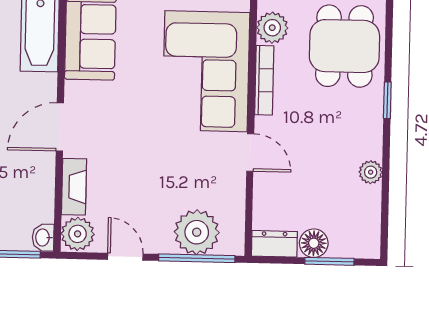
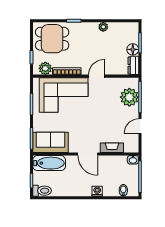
plant: (78, 234) -> (131, 146), removed

